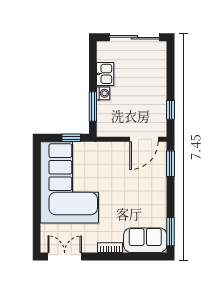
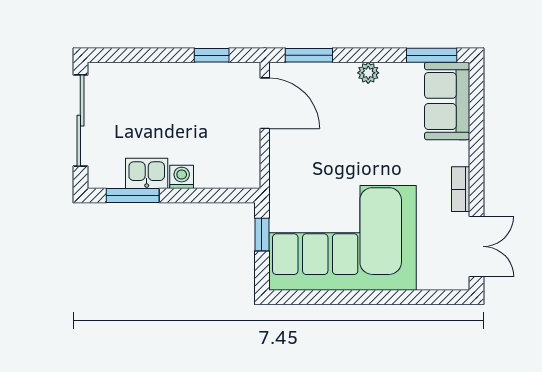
window: (93, 107) -> (133, 195), moved
plant: (161, 197) -> (368, 73), added
bookcase: (110, 248) -> (461, 189), moved
double door: (65, 256) -> (476, 246), swing flipped

